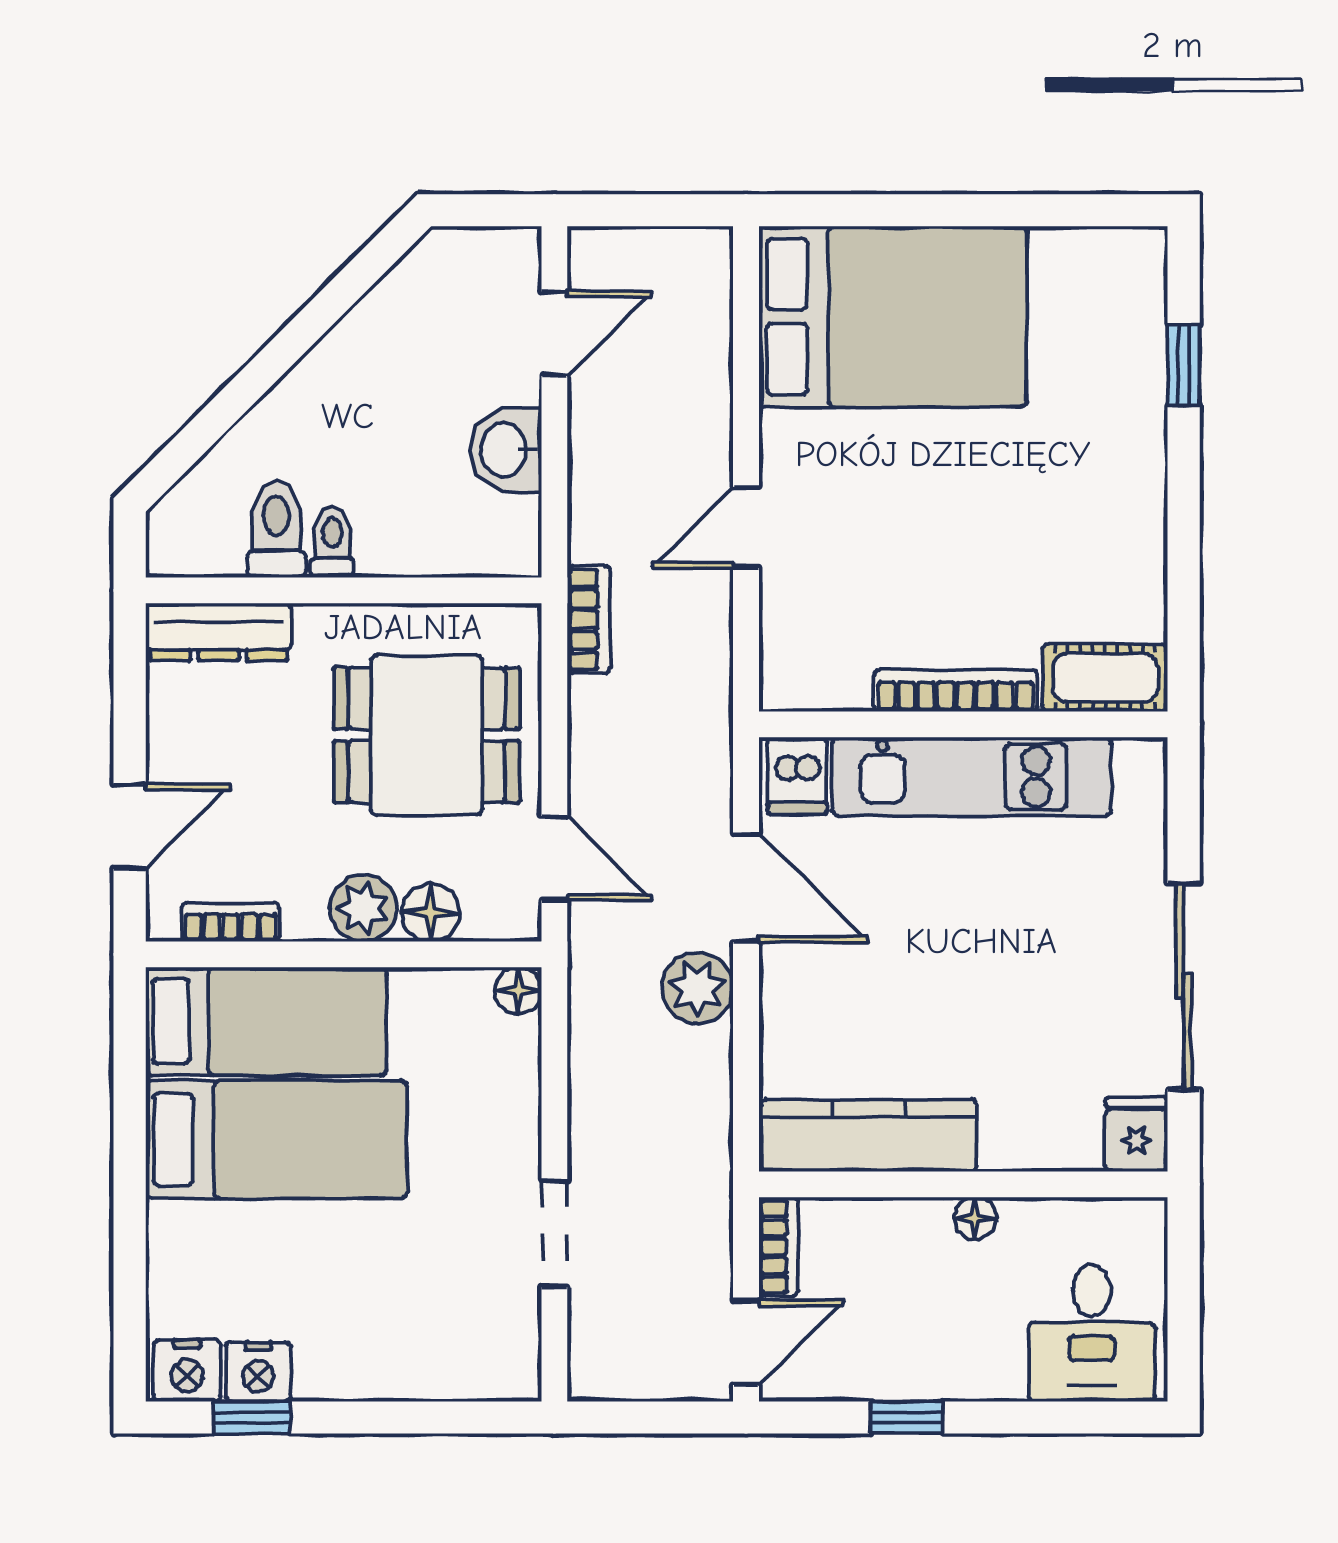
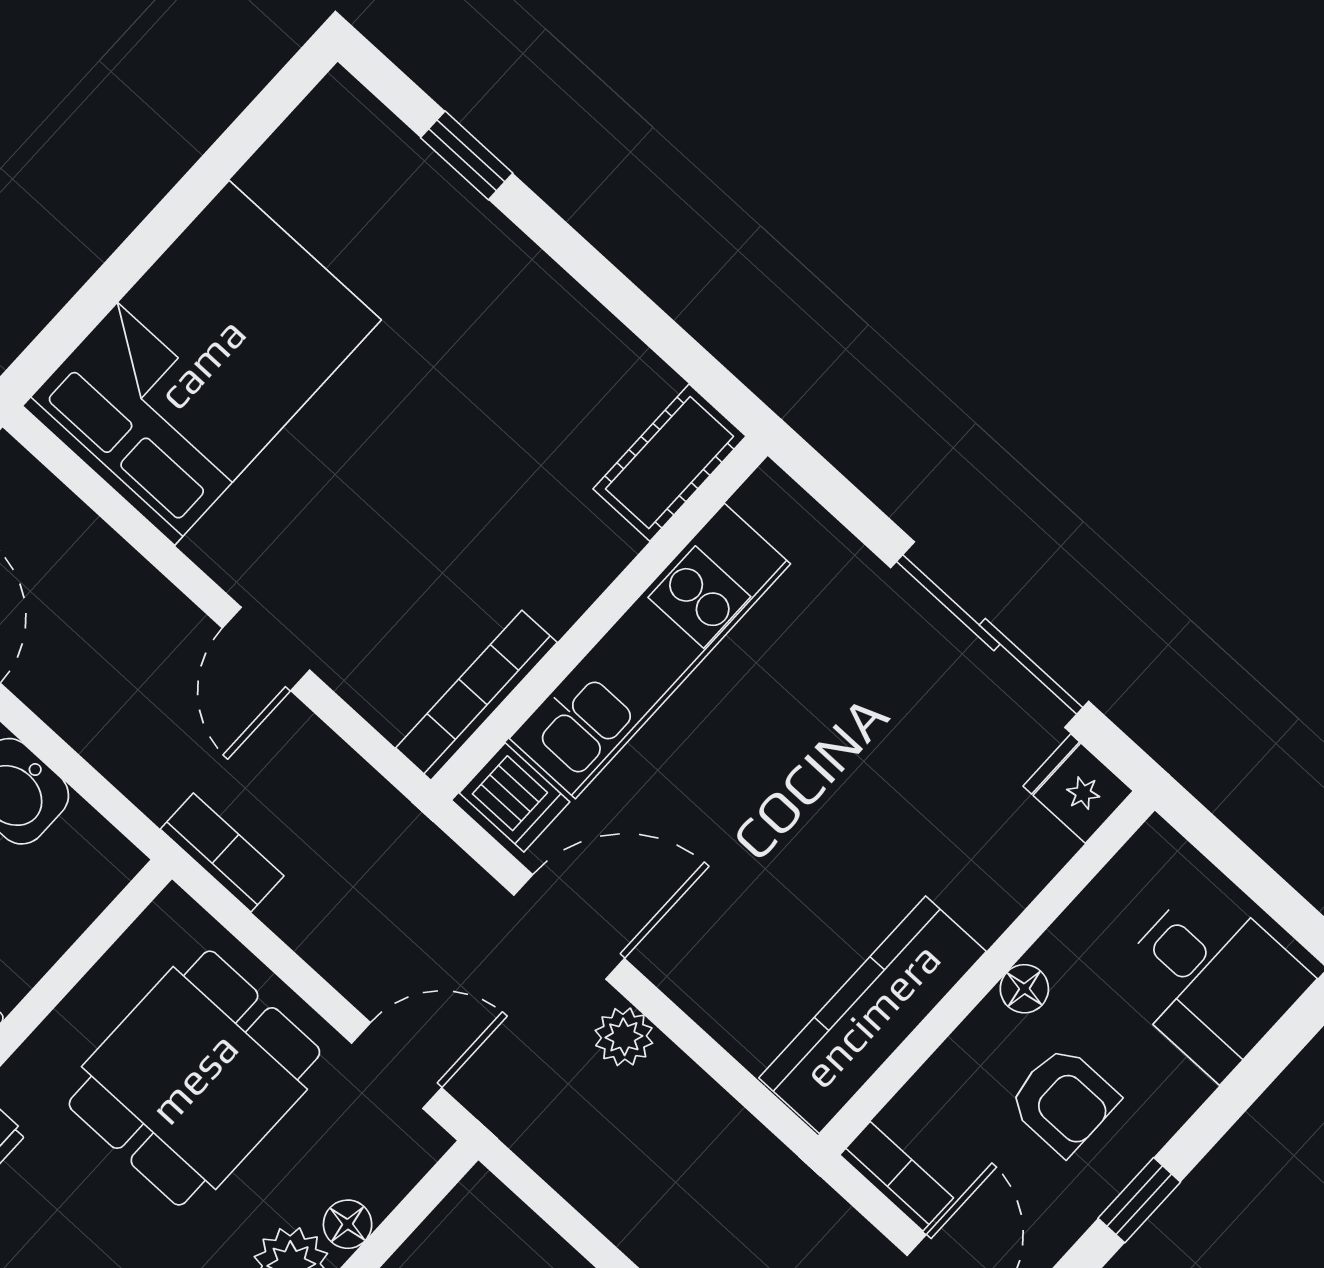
bookcase: (956, 691) -> (476, 695), moved
floor lamp: (431, 913) -> (348, 1224), width x0.73, depth x0.73
plant: (698, 988) -> (624, 1037), width x0.73, depth x0.73
floor lamp: (518, 991) -> (480, 1198), removed
armchair: (926, 1310) -> (1063, 1101), added

